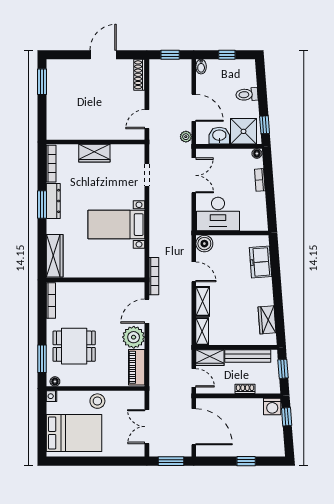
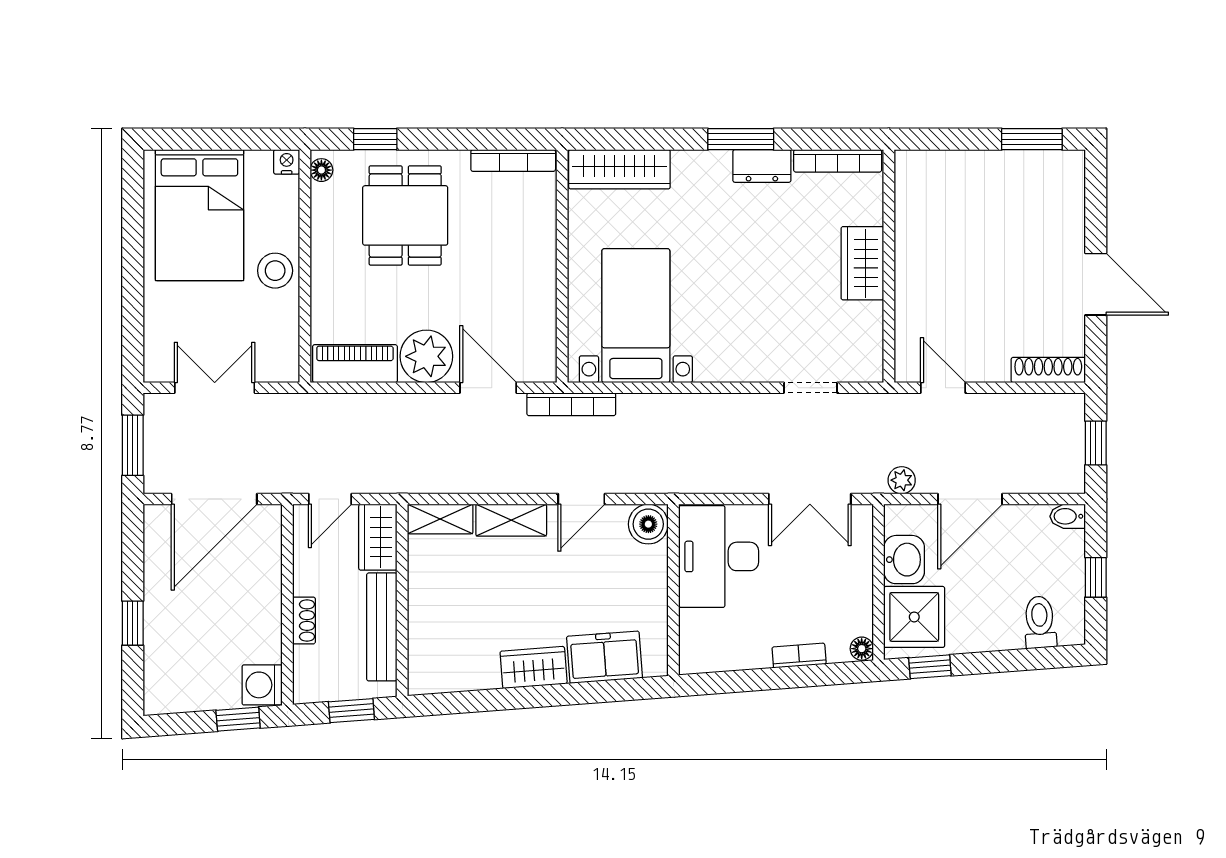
toilet: (247, 94) -> (1040, 622), moved
dresser: (53, 201) -> (762, 166), width x0.70
bed with nightstands: (116, 225) -> (636, 316), moved
wardrobe: (267, 320) -> (534, 667), moved
window: (42, 359) -> (375, 139), width x0.67

